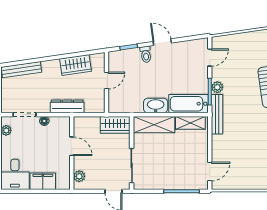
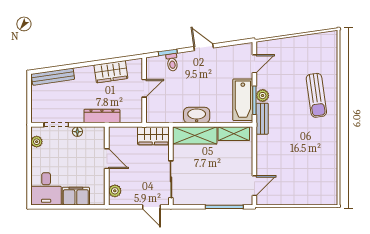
toilet: (146, 54) -> (172, 62), moved
bathtub: (188, 104) -> (243, 100), moved, turned -90
bench: (217, 114) -> (262, 119), width x0.73

